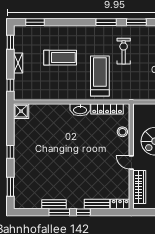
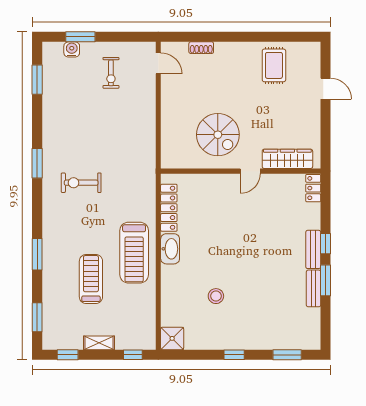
window: (106, 22) -> (37, 254), moved
treadmill: (100, 76) -> (134, 253), moved, turned -90
stool: (122, 132) -> (216, 296), moved
bench: (97, 204) -> (313, 249), moved

